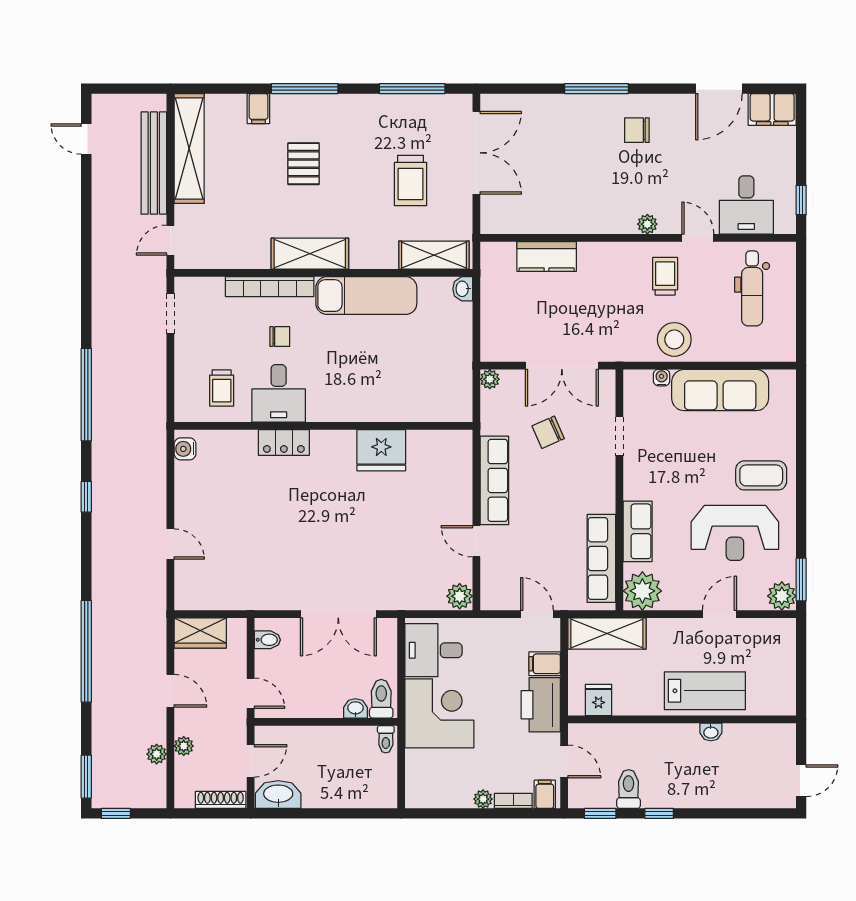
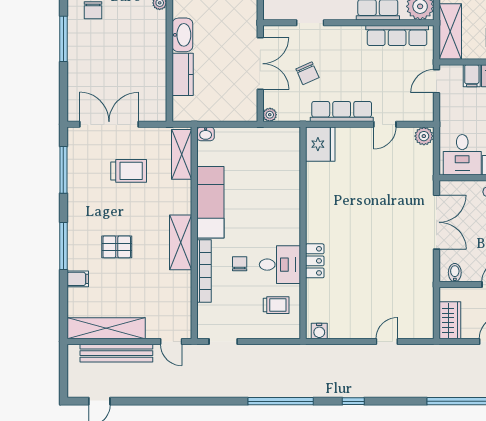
washbasin: (602, 256) -> (182, 35), added
fridge: (381, 450) -> (320, 144), moved

